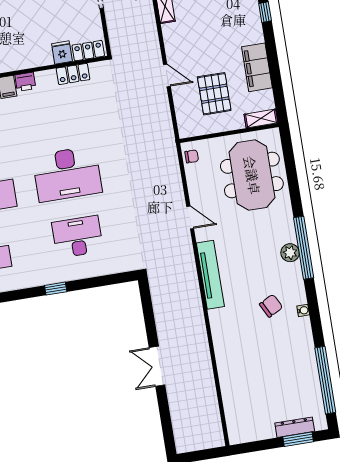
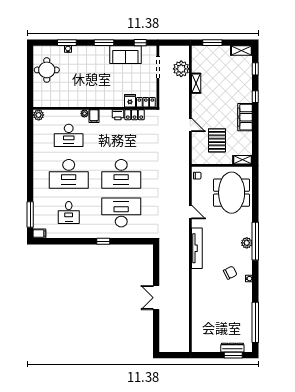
filing cabinet: (257, 67) -> (245, 117), moved
printer: (25, 82) -> (118, 115), moved
desk: (77, 237) -> (121, 213), width x1.36, depth x1.30

